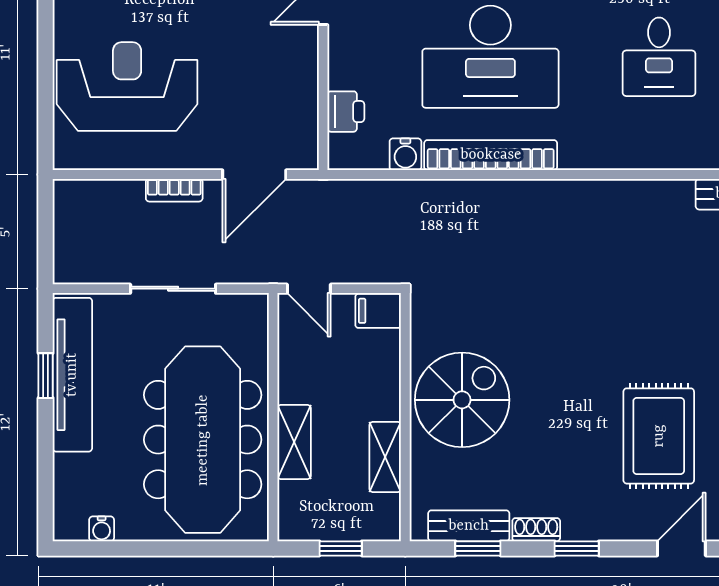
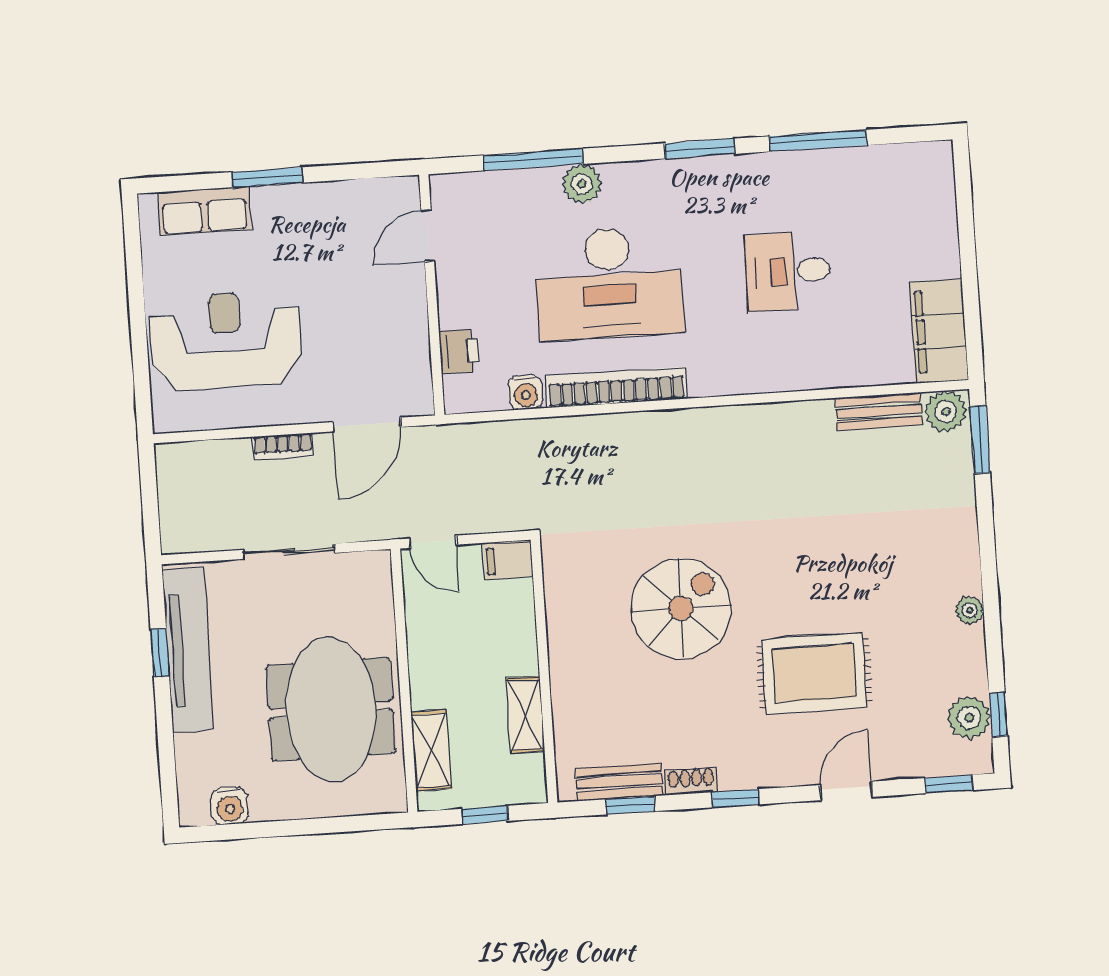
desk: (659, 57) -> (788, 271), turned 90
spiral stairs: (462, 400) -> (681, 608), moved
rug: (659, 436) -> (814, 673), turned 90
meeting table: (203, 440) -> (331, 709), width x0.73
shelving: (294, 442) -> (431, 750), moved
water cooler: (102, 529) -> (230, 806), width x1.38, depth x1.38

